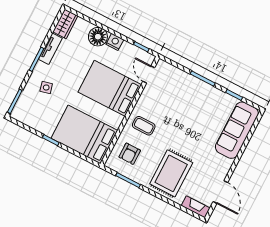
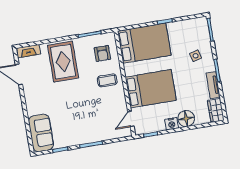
door: (149, 74) -> (131, 119), swing flipped
sofa: (237, 130) -> (41, 133), width x0.73
armchair: (130, 154) -> (102, 53), turned 180

